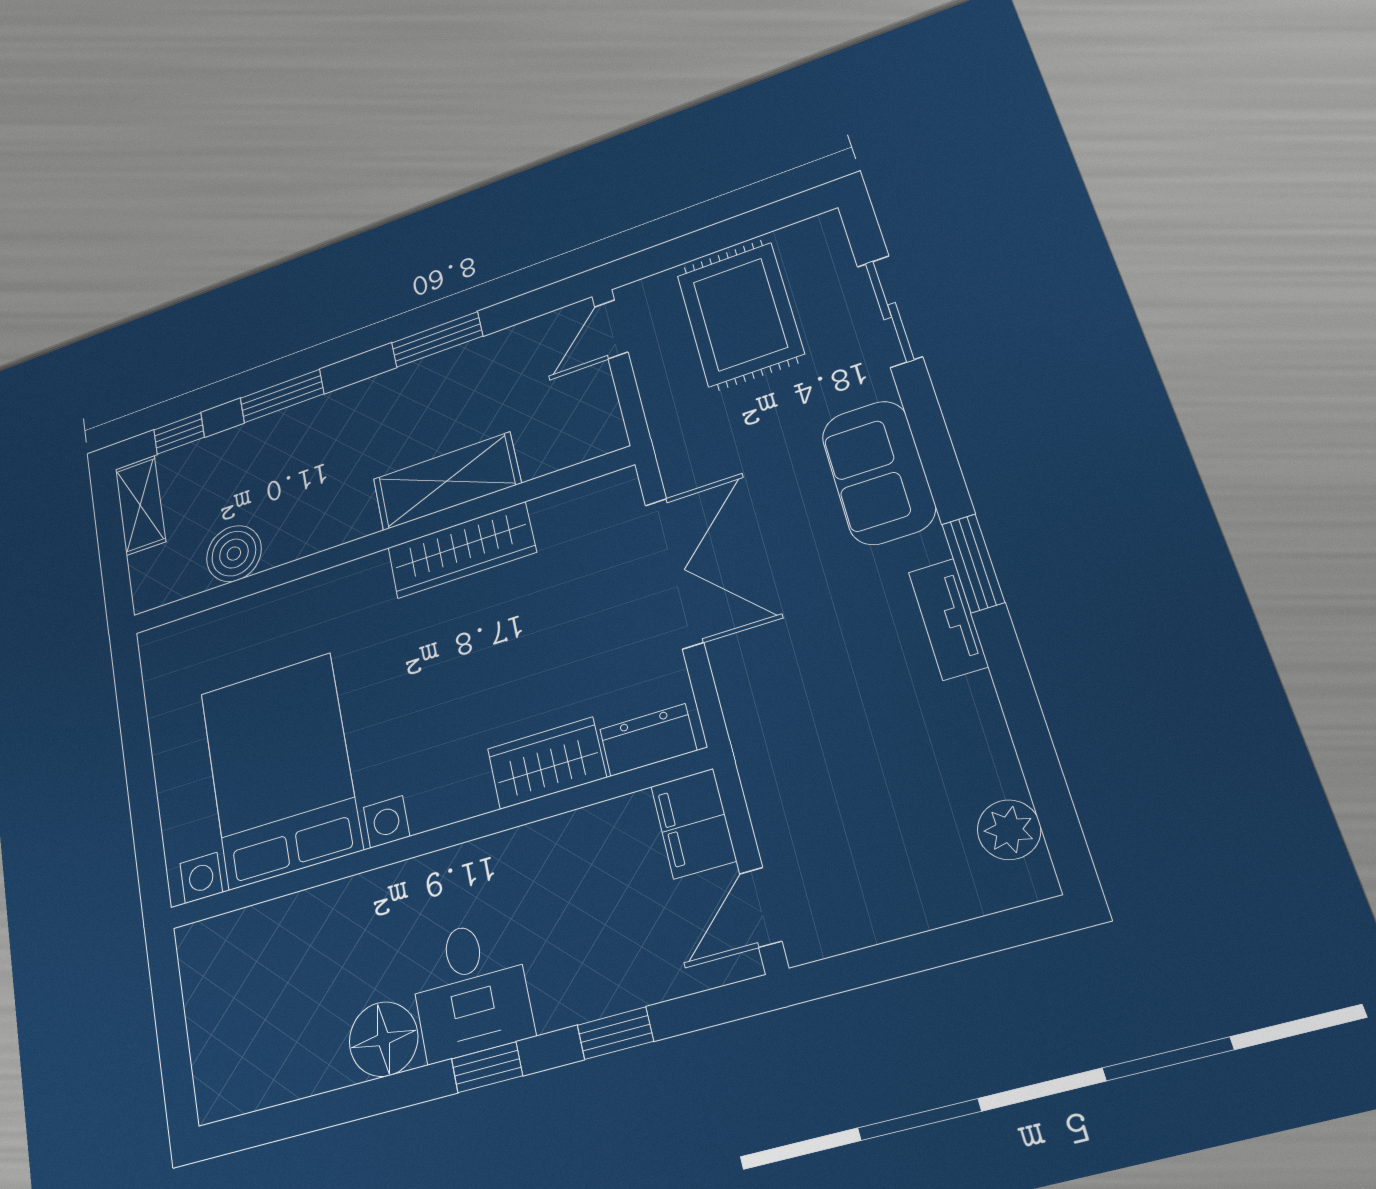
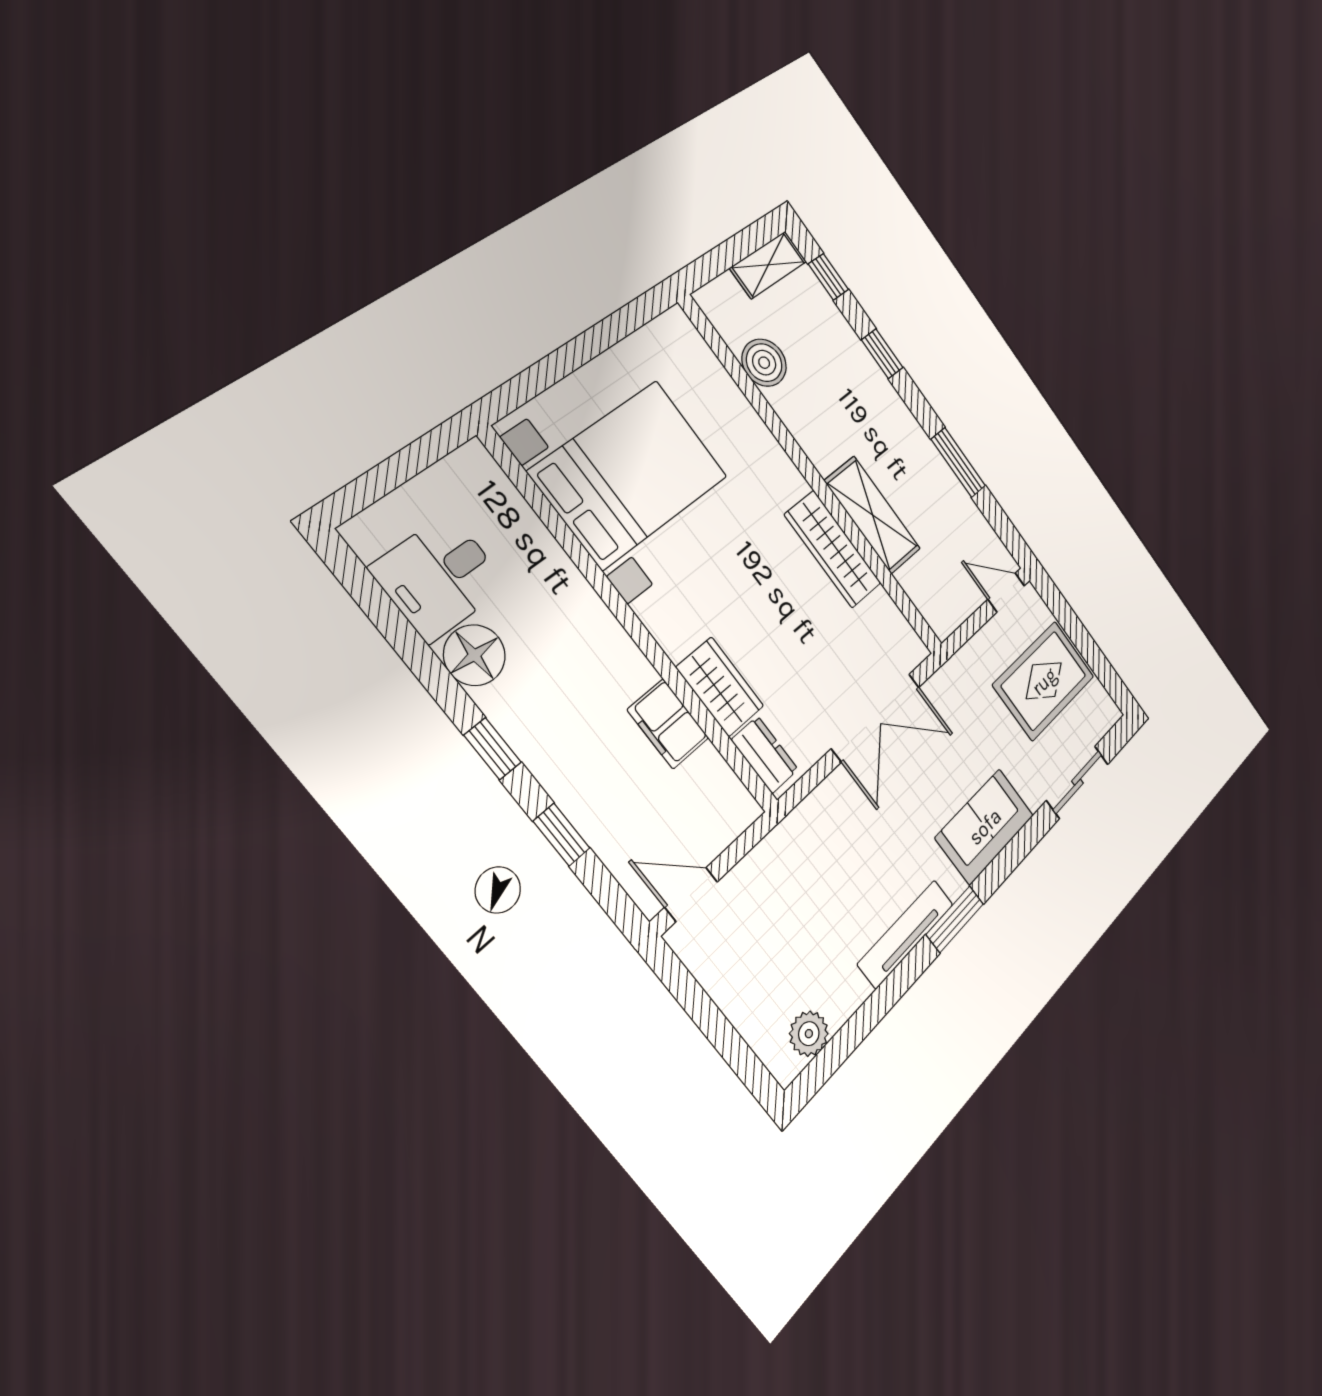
window: (282, 396) -> (882, 354), width x0.67
tv unit: (948, 619) -> (906, 934), width x1.41
filing cabinet: (694, 823) -> (668, 724), moved, turned -90
desk: (470, 989) -> (439, 577), moved

